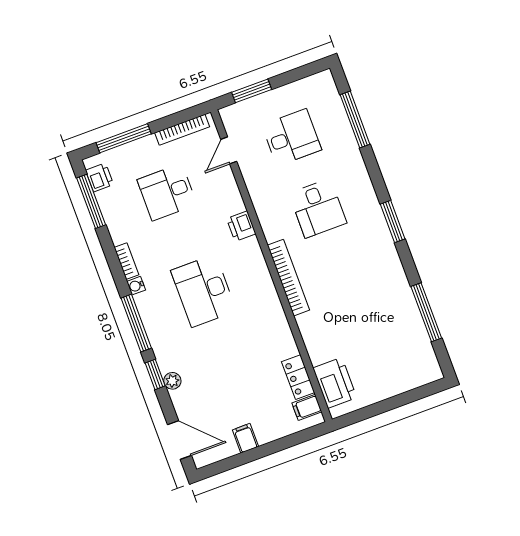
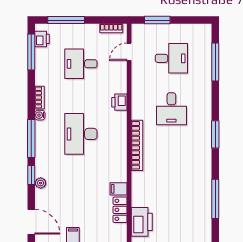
bookcase: (182, 130) -> (111, 28), width x0.64
filing cabinet: (307, 407) -> (119, 189), moved

